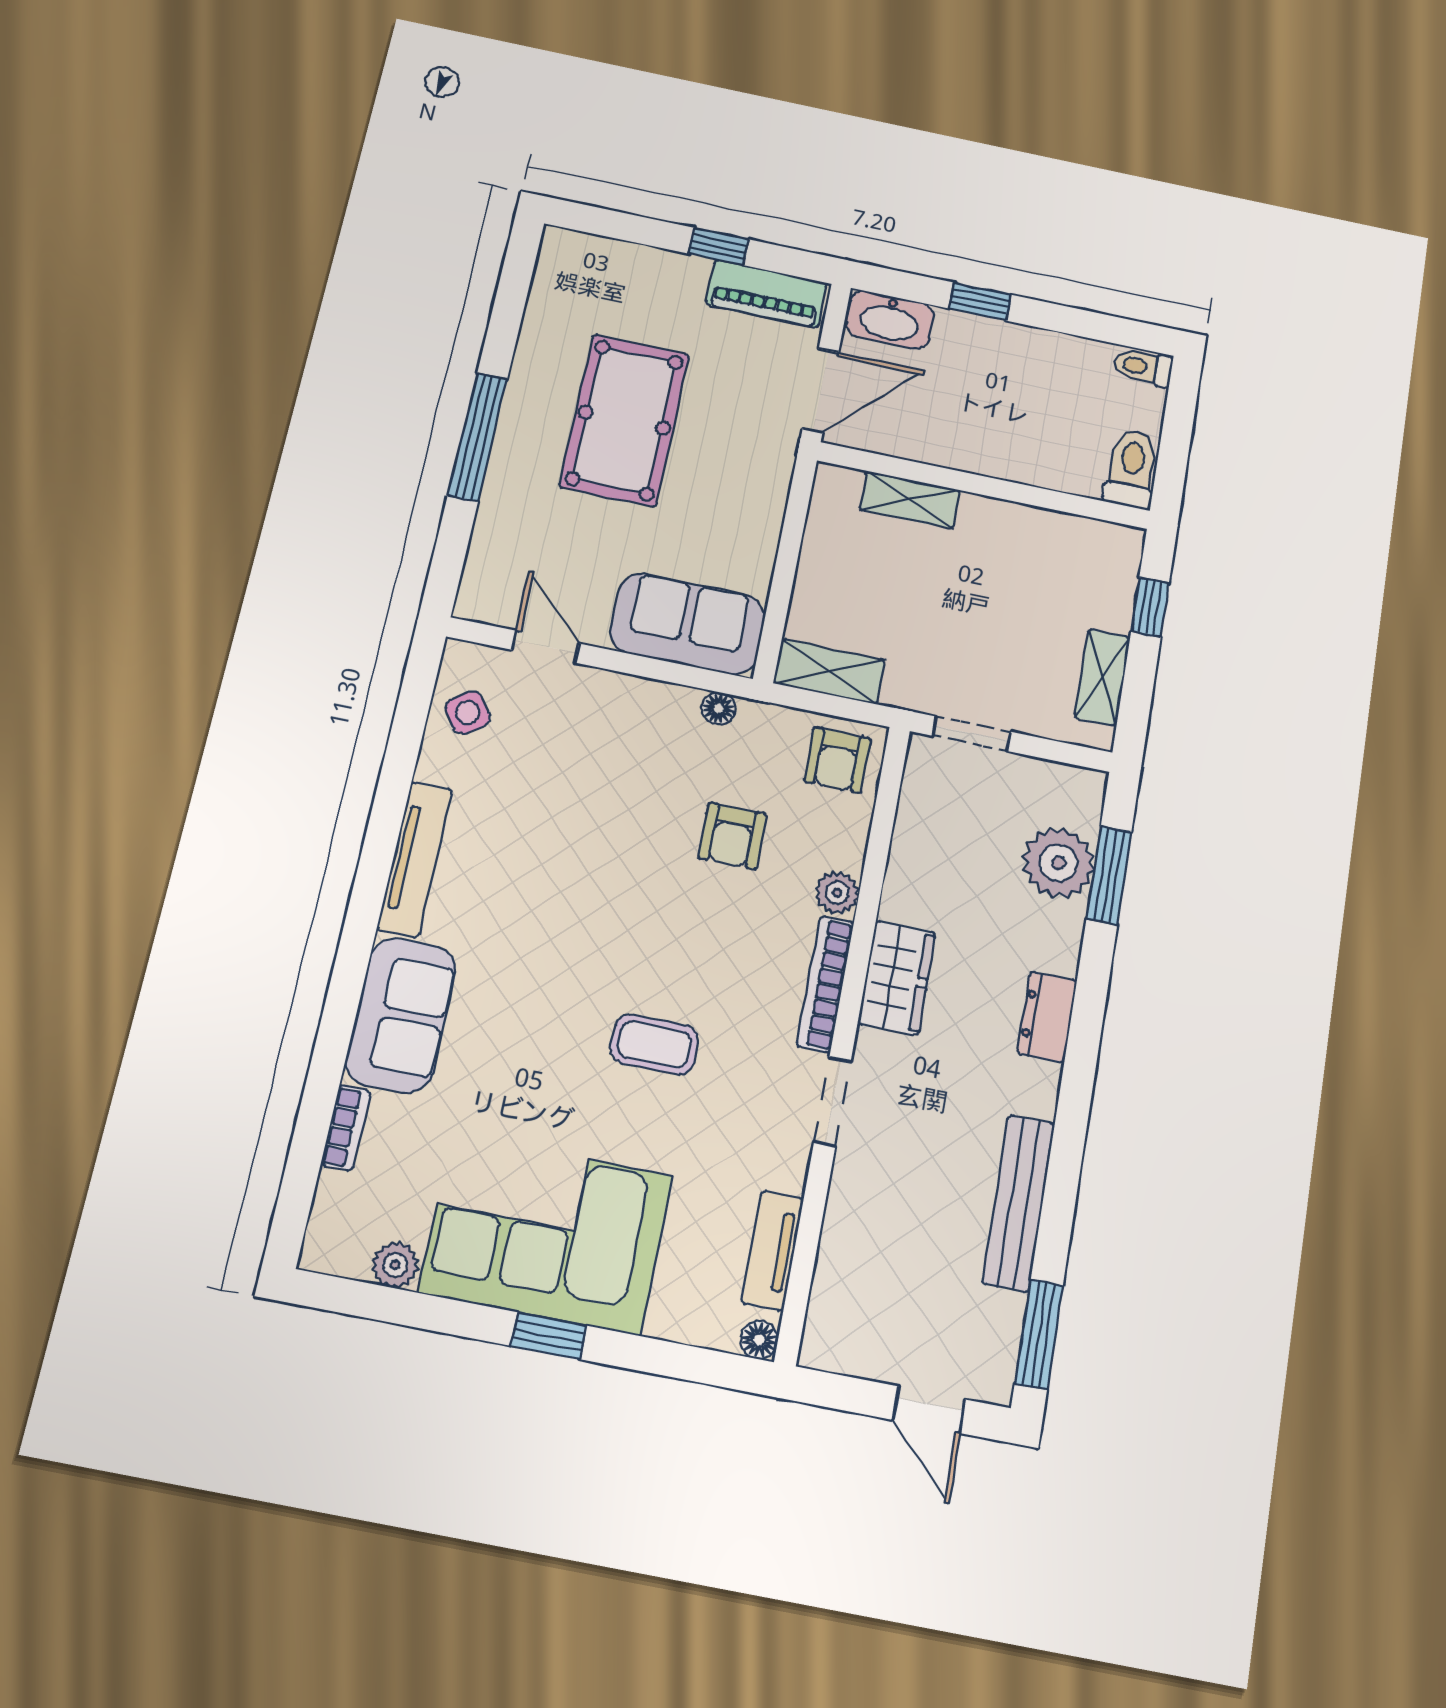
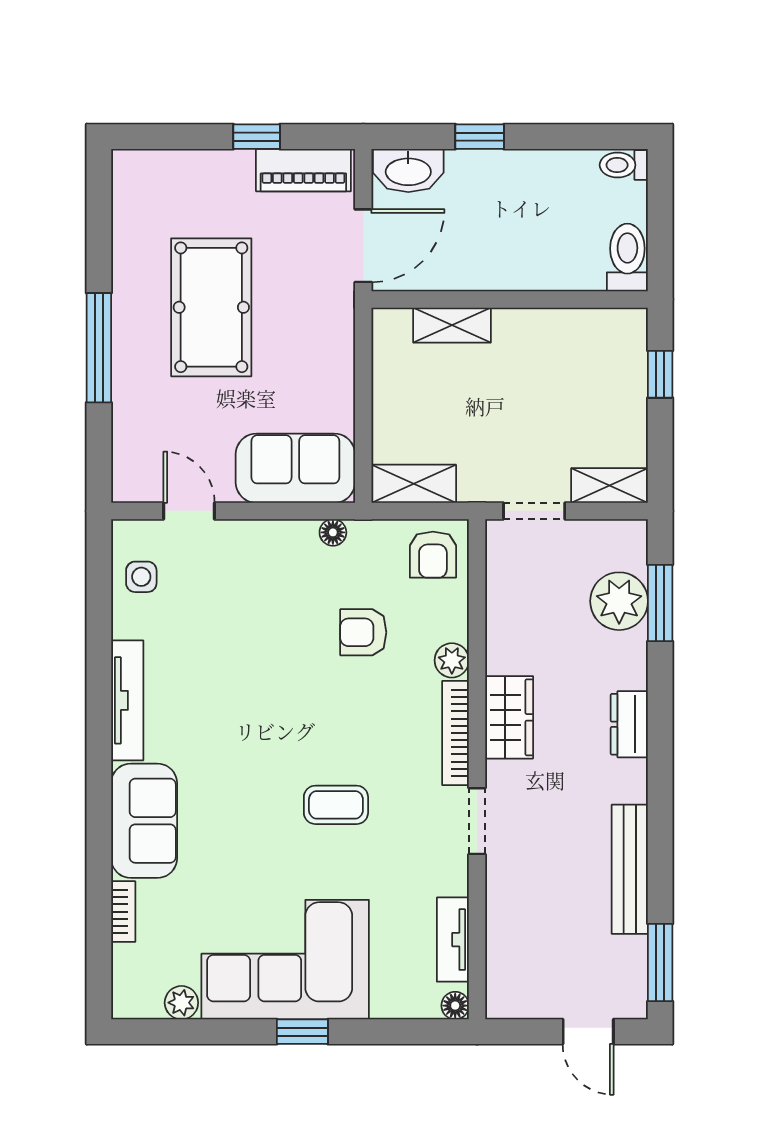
shelving: (1102, 677) -> (609, 485), moved, turned 90
side table: (468, 712) -> (141, 577), turned 36
armchair: (732, 836) -> (363, 632), turned 90

